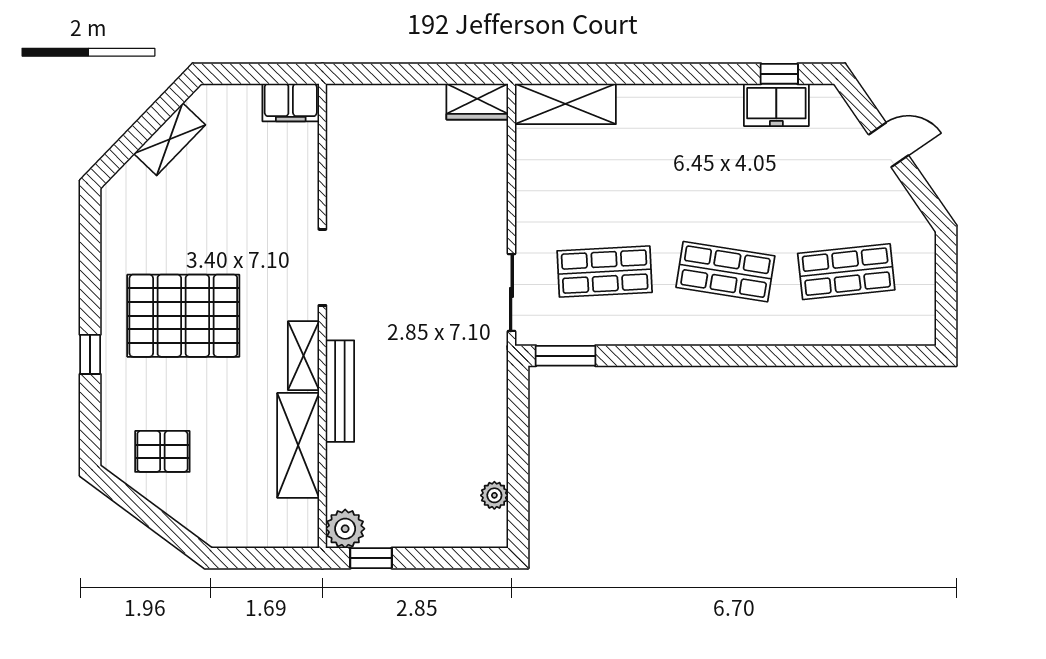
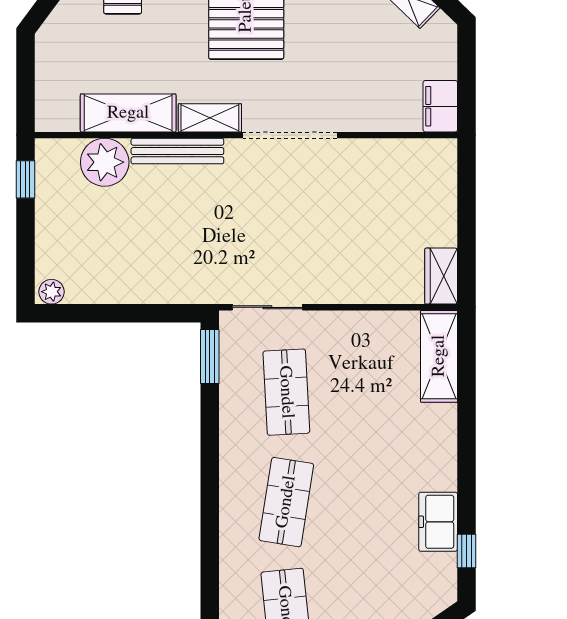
freezer: (776, 105) -> (438, 522), moved
doorway: (322, 267) -> (290, 135), width x1.36
plant: (494, 495) -> (52, 292), moved
plant: (345, 529) -> (105, 162), moved, width x1.36, depth x1.36

